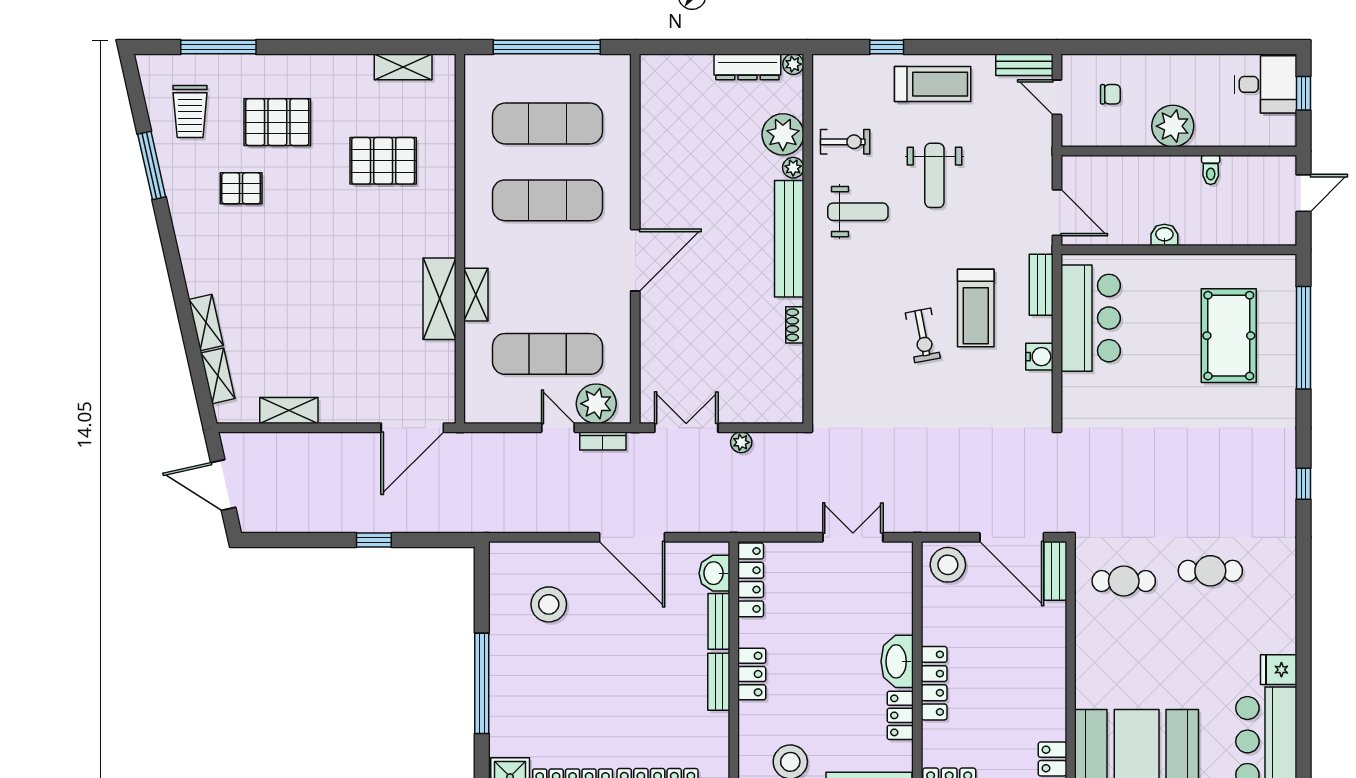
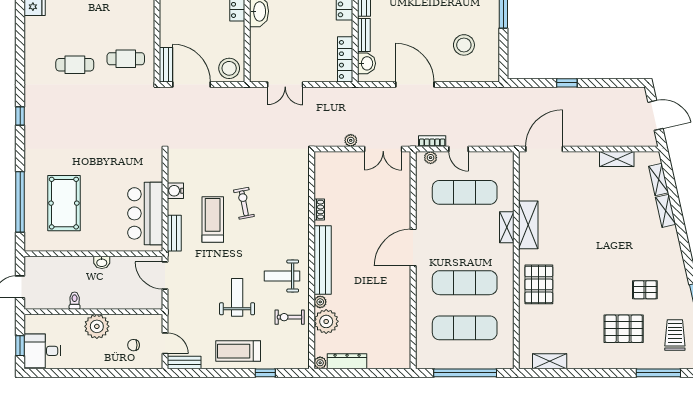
pallet: (383, 161) -> (539, 284), moved, turned 90
plant: (596, 404) -> (431, 158), width x0.53, depth x0.53

